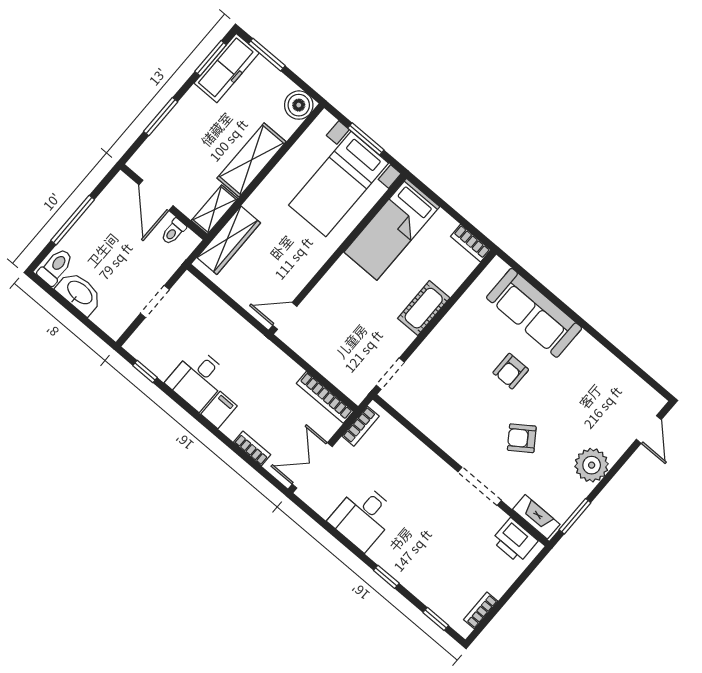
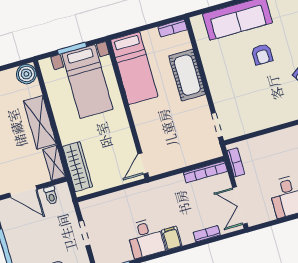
cot: (424, 308) -> (187, 75), width x1.37, depth x1.34

